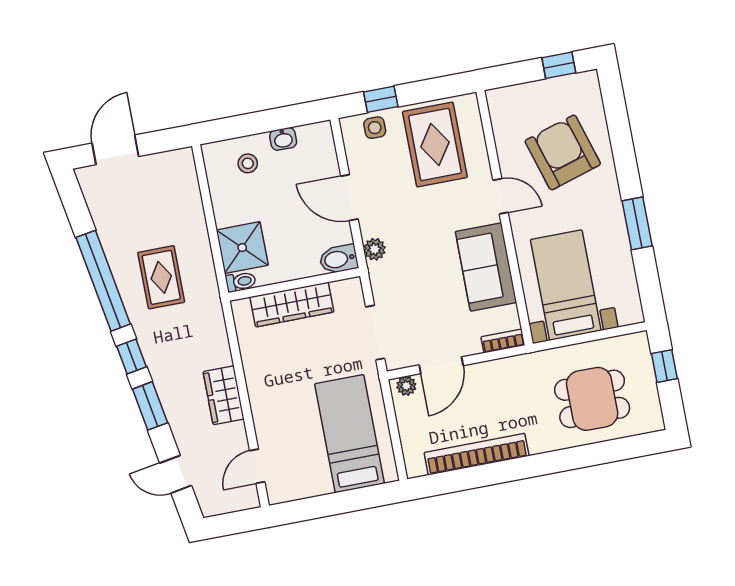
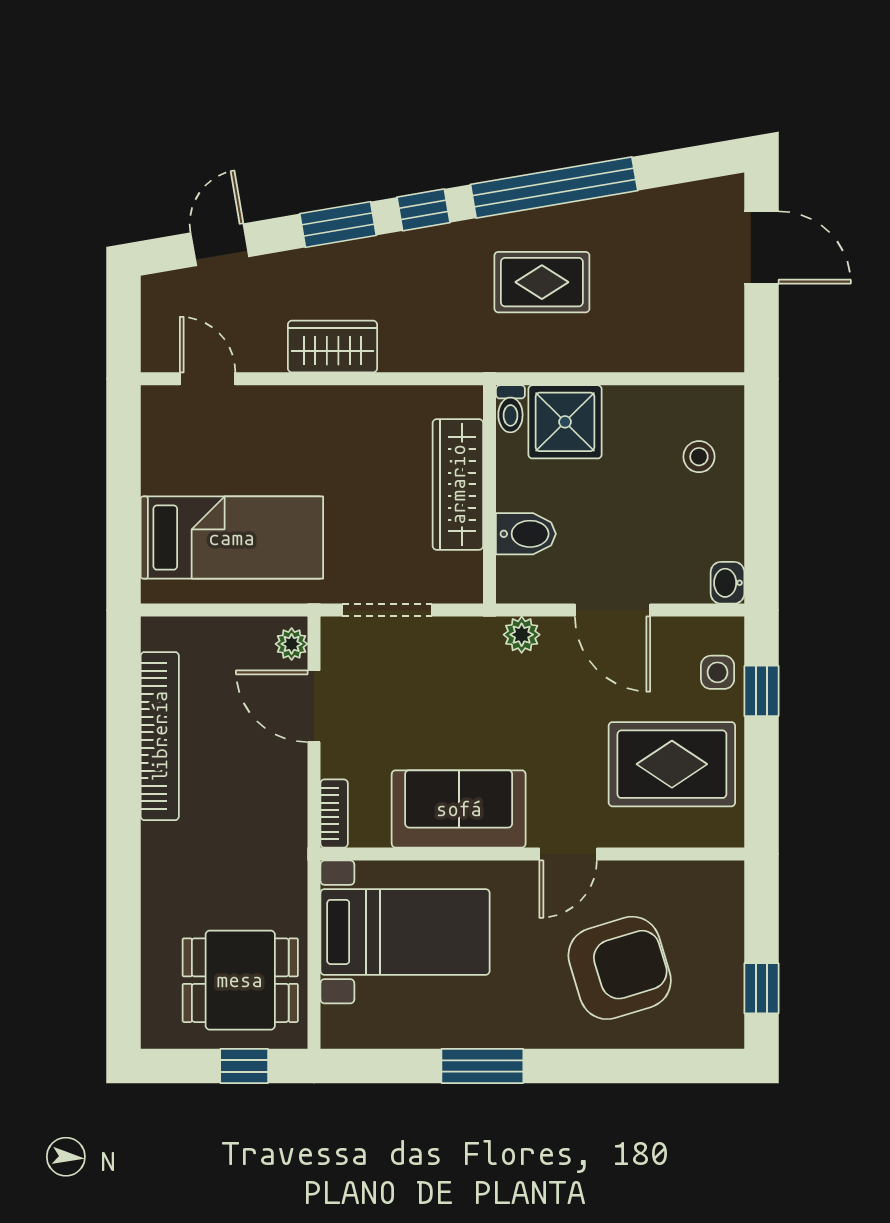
washbasin: (283, 139) -> (728, 583), moved
door: (349, 198) -> (613, 610), swing flipped
bidet: (339, 259) -> (526, 534), moved, turned 90
dining table: (592, 399) -> (240, 980), moved, turned 90

